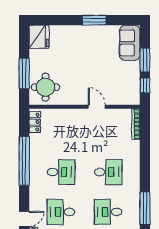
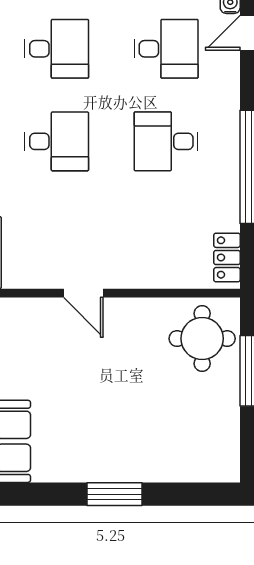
window: (94, 20) -> (115, 494), moved
fridge: (39, 37) -> (217, 456), removed
desk: (108, 172) -> (57, 141), turned 180

